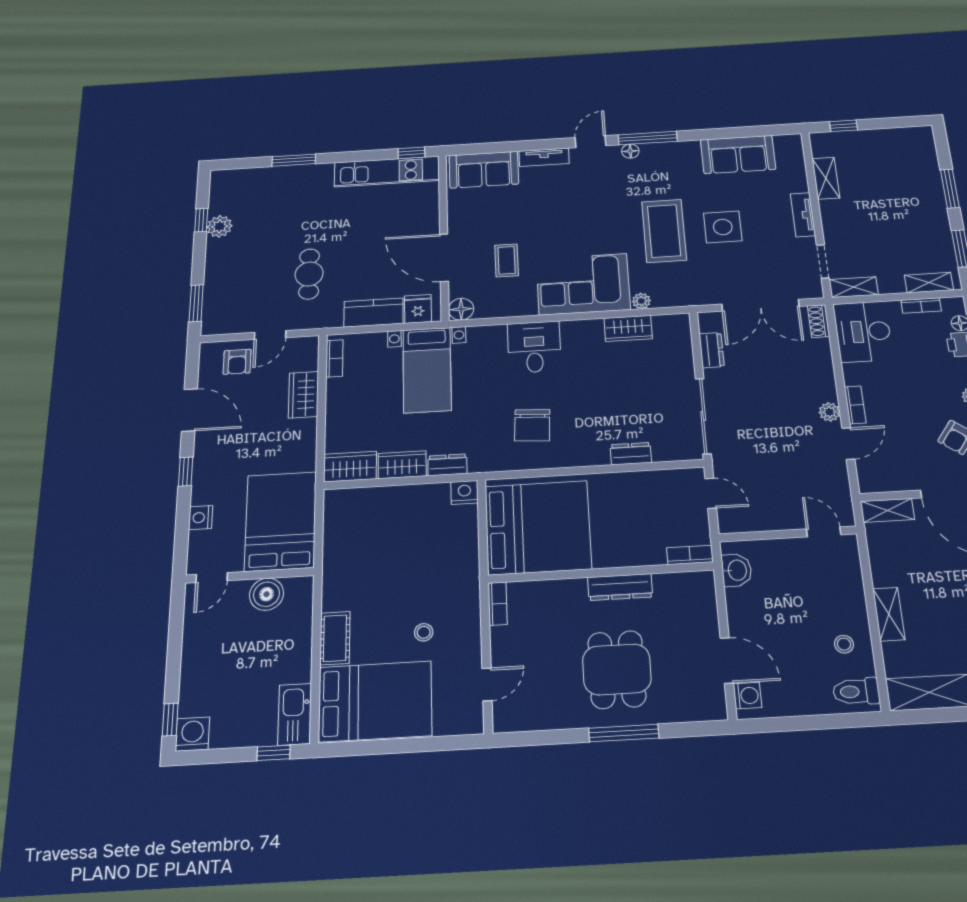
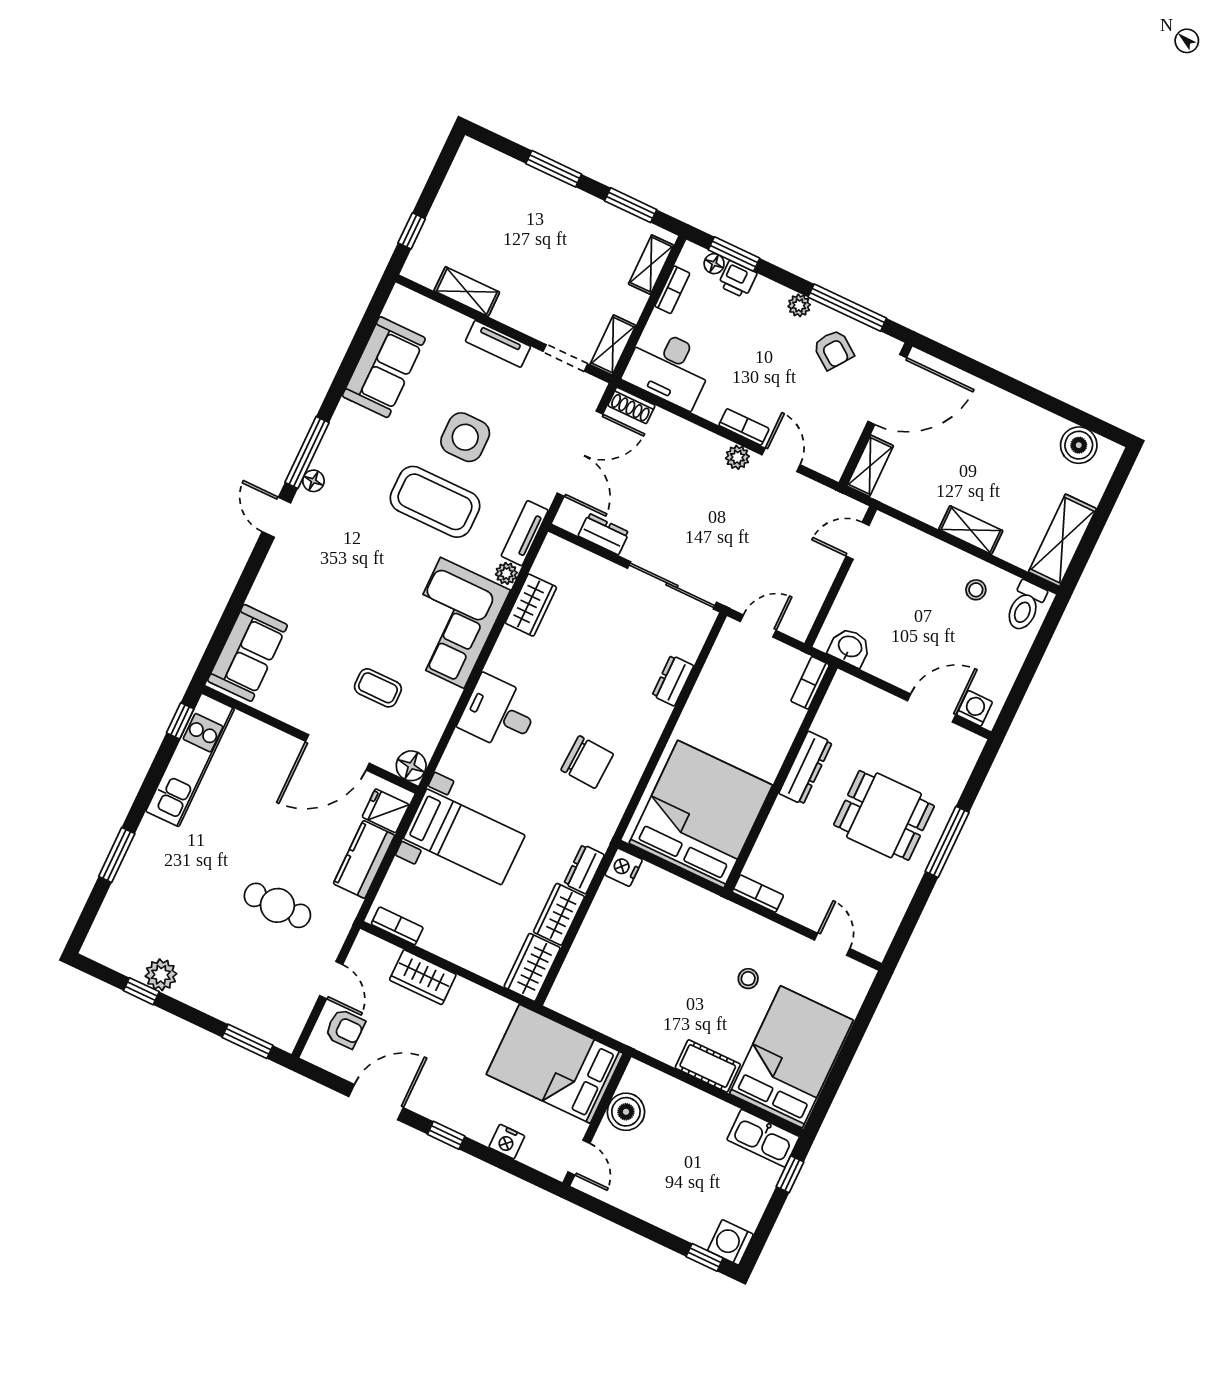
tv unit: (544, 157) -> (525, 533), moved, turned 180

